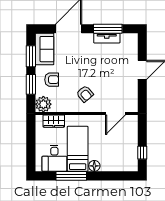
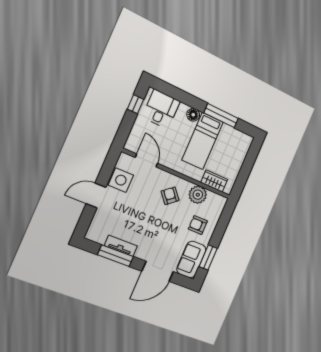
window: (31, 84) -> (221, 229), removed
side table: (129, 90) -> (121, 180), added
plant: (43, 104) -> (198, 195), moved
door: (116, 113) -> (146, 160), hinge flipped
desk: (54, 158) -> (161, 109), moved

